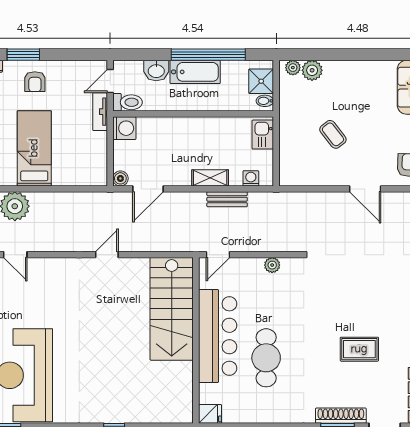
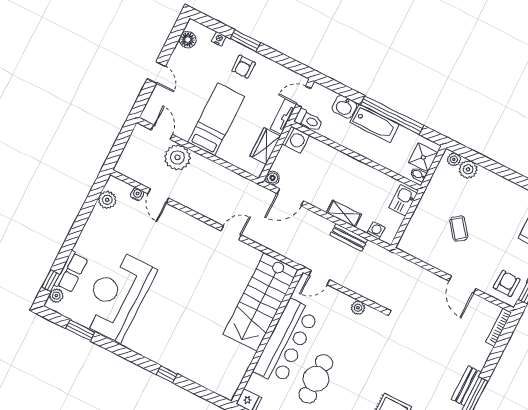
wardrobe: (97, 150) -> (265, 146), added

